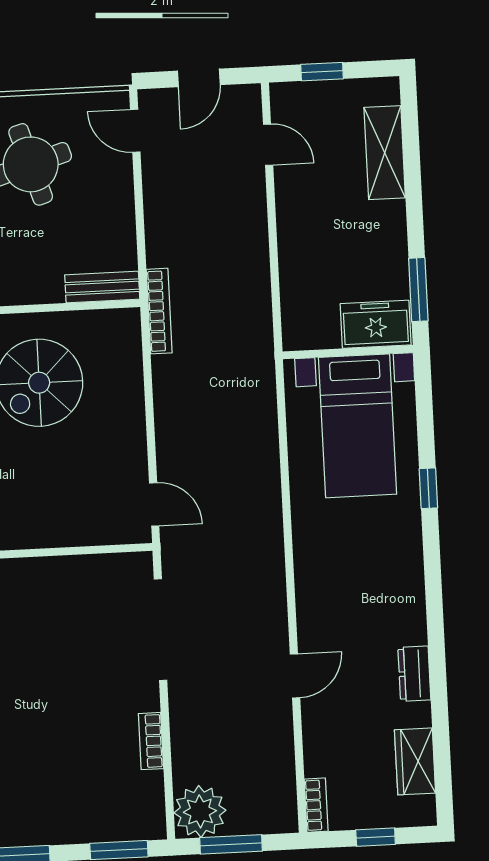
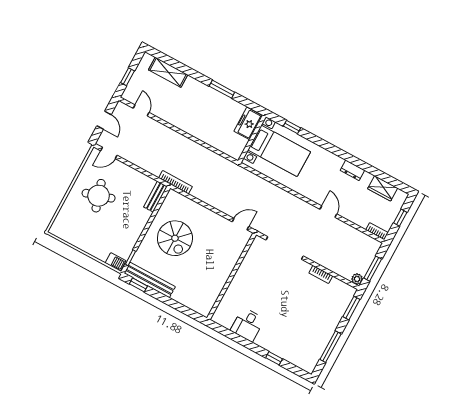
door: (268, 145) -> (141, 110), hinge flipped
freezer: (376, 324) -> (248, 123), moved
wall: (348, 352) -> (252, 139), moved
bed with nightstands: (358, 426) -> (279, 151), moved
plant: (200, 811) -> (357, 279), width x0.53, depth x0.53

